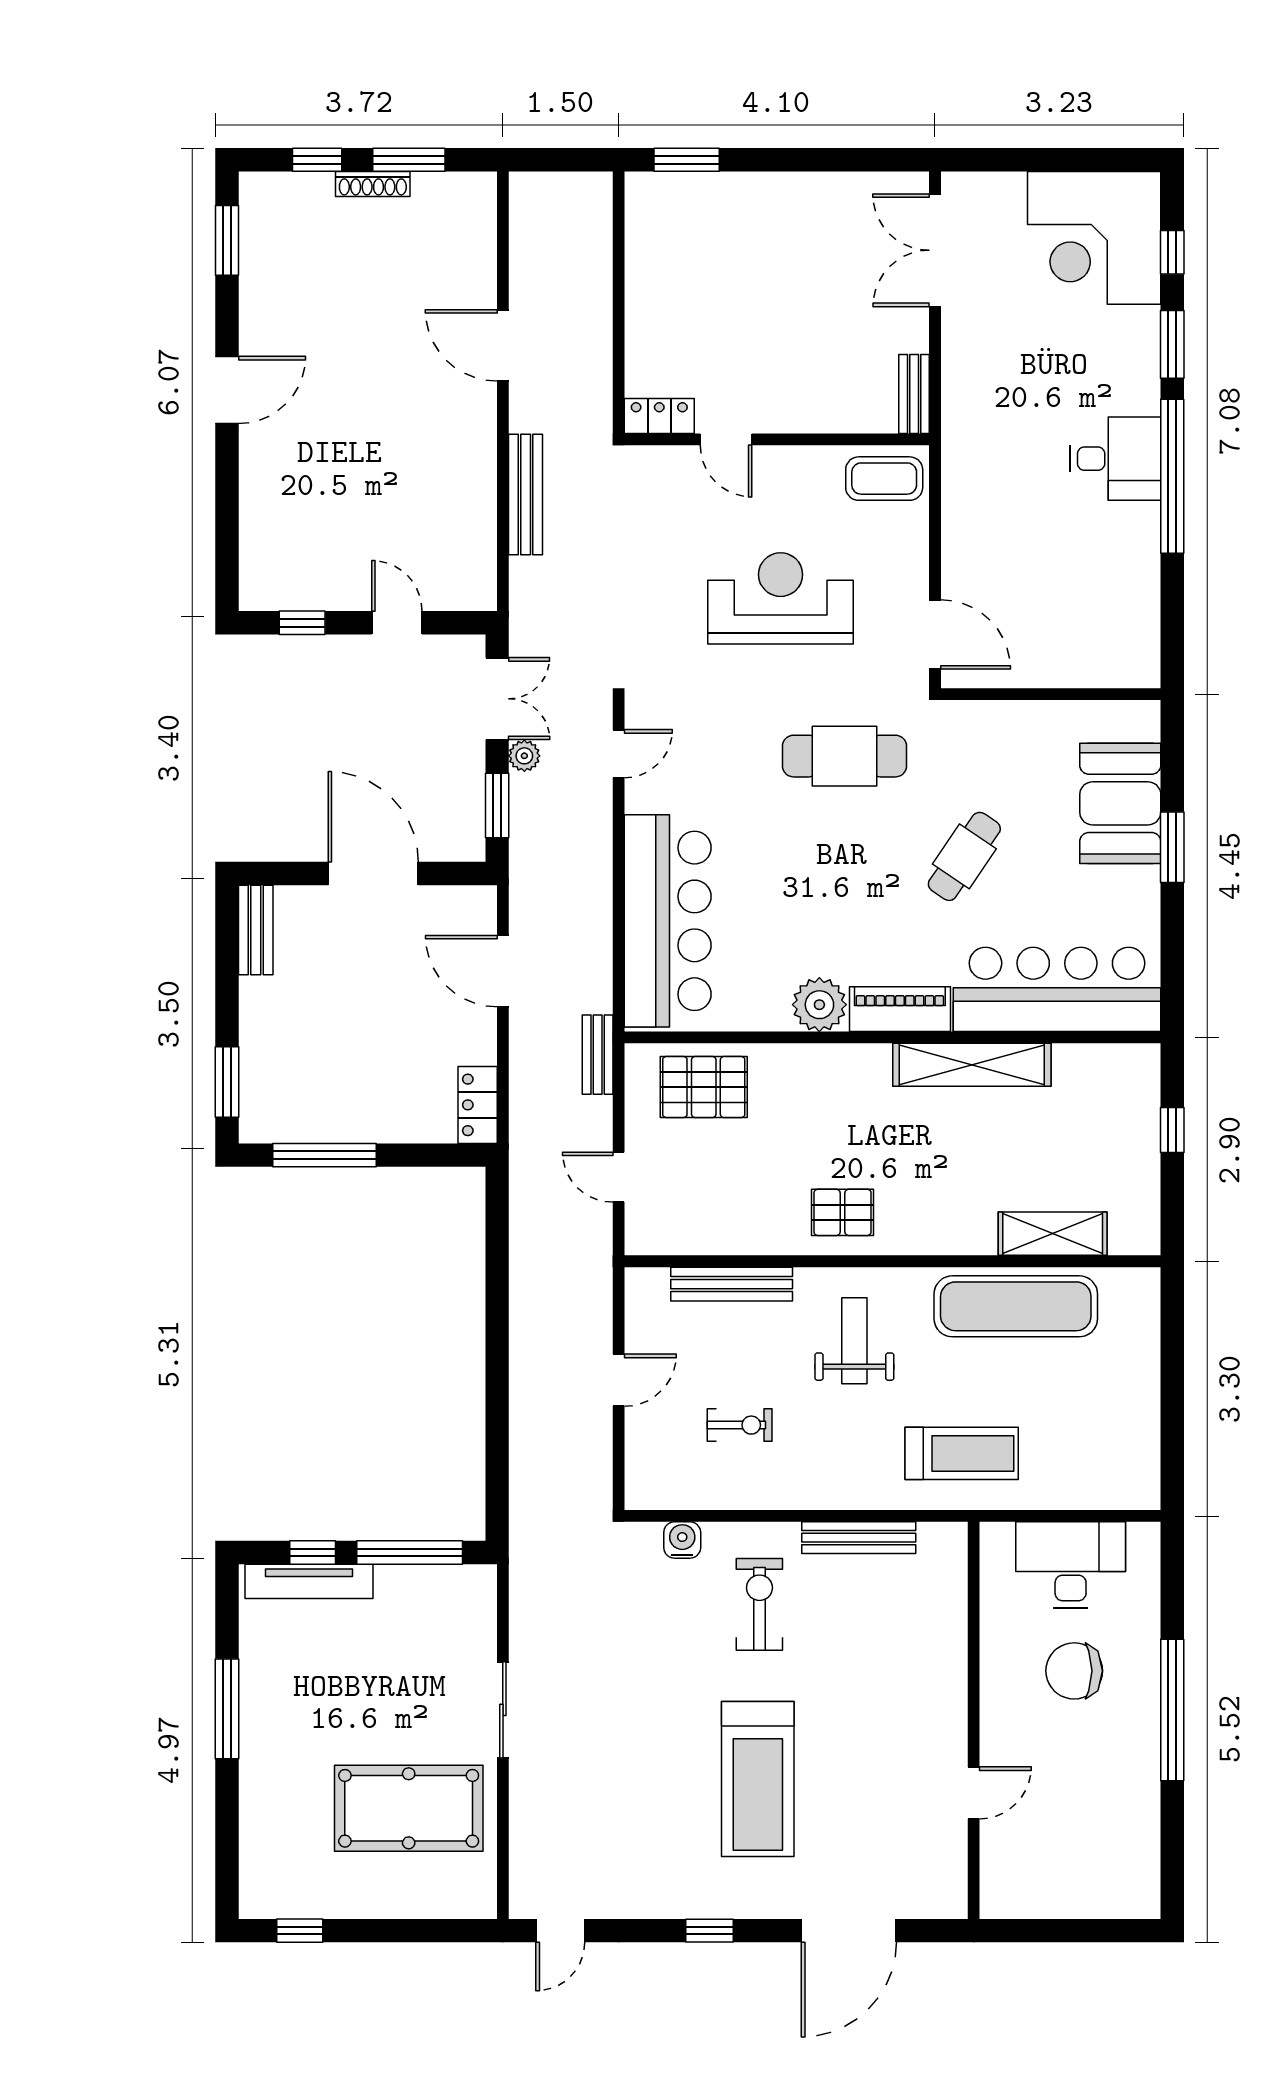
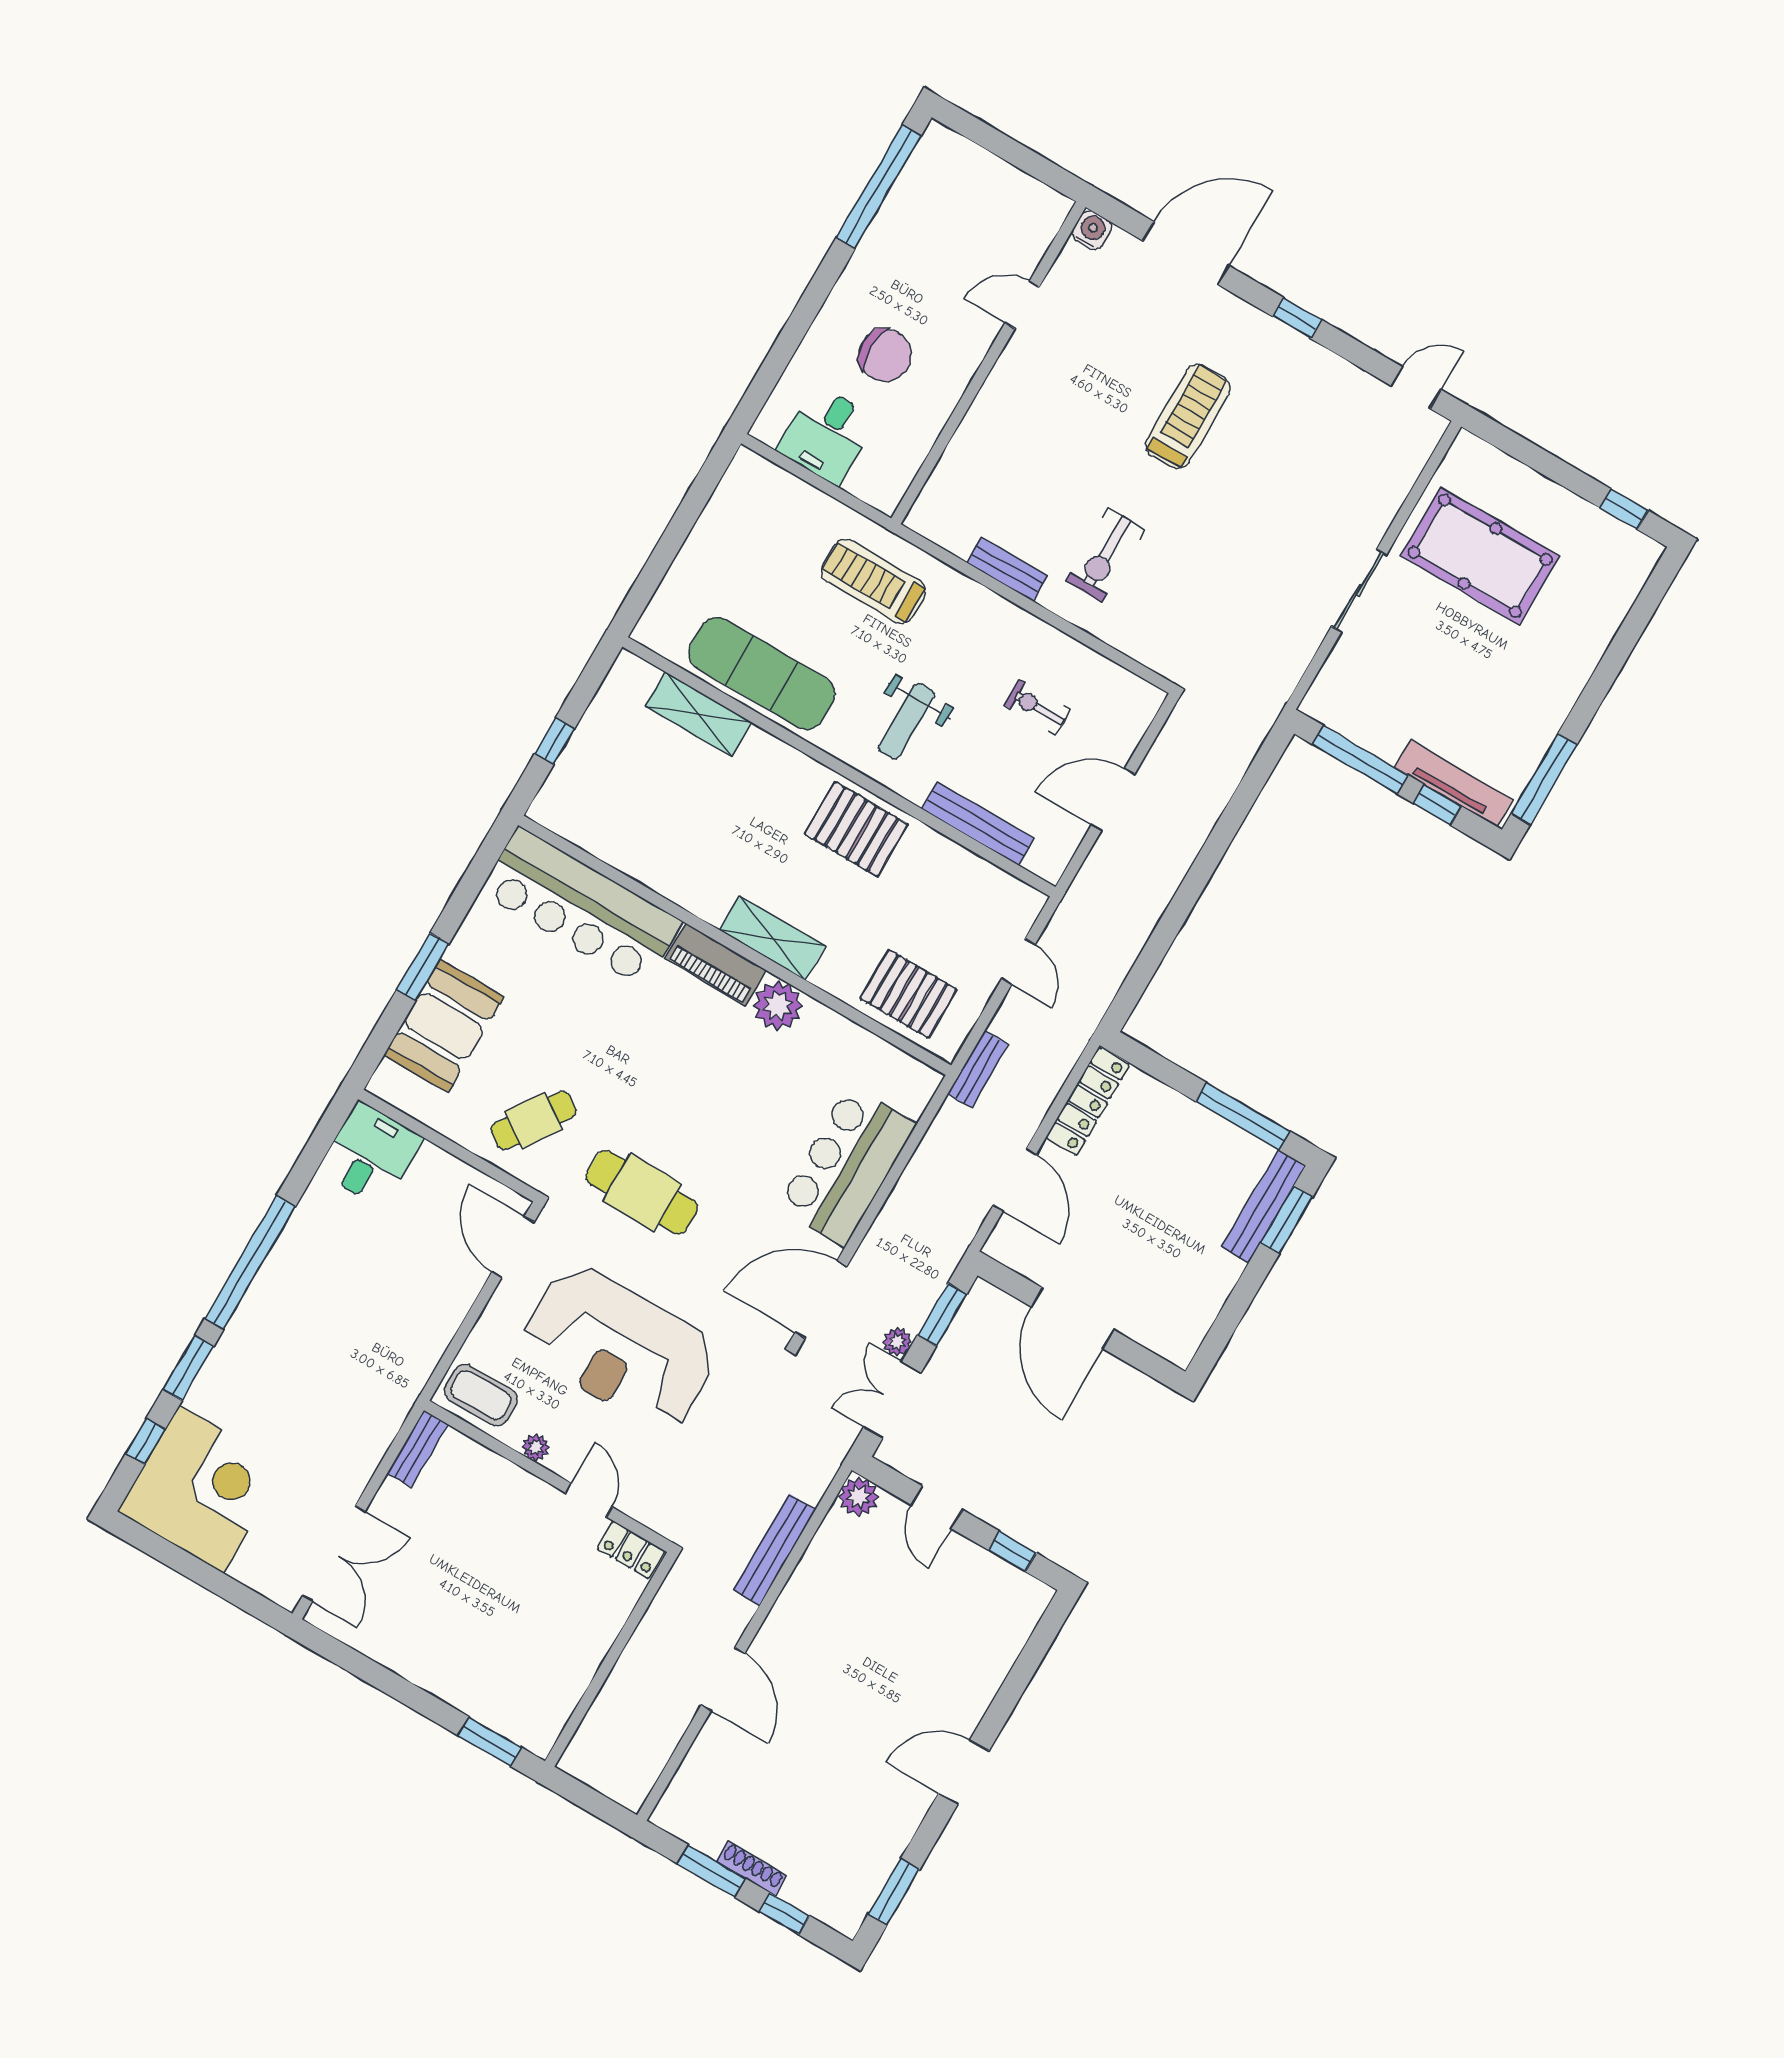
desk: (1116, 459) -> (370, 1154), moved, turned 90
plant: (804, 460) -> (536, 1447), added
plant: (476, 590) -> (858, 1497), added
reception desk: (781, 598) -> (619, 1348), width x1.36, depth x1.30
door: (619, 754) -> (821, 1299), width x1.87
cafe table: (964, 856) -> (534, 1120), moved
bar counter: (668, 921) -> (847, 1166), width x0.73
bench: (256, 930) -> (1264, 1206), moved, width x1.36
shelving: (972, 1065) -> (772, 938), moved, width x0.68
locker: (478, 1105) -> (1088, 1101), width x1.53
pallet: (843, 1212) -> (856, 829), width x1.50, depth x1.42
door: (619, 1380) -> (1113, 800), width x1.38
bench: (859, 1538) -> (1007, 569), width x0.73
water cooler: (682, 1540) -> (1092, 230), moved, turned 180
desk: (1071, 1565) -> (827, 435), width x0.73
window: (227, 1709) -> (1544, 779), moved
window: (1172, 1710) -> (879, 187), moved
treadmill: (758, 1779) -> (1188, 417), width x0.73, depth x0.73

